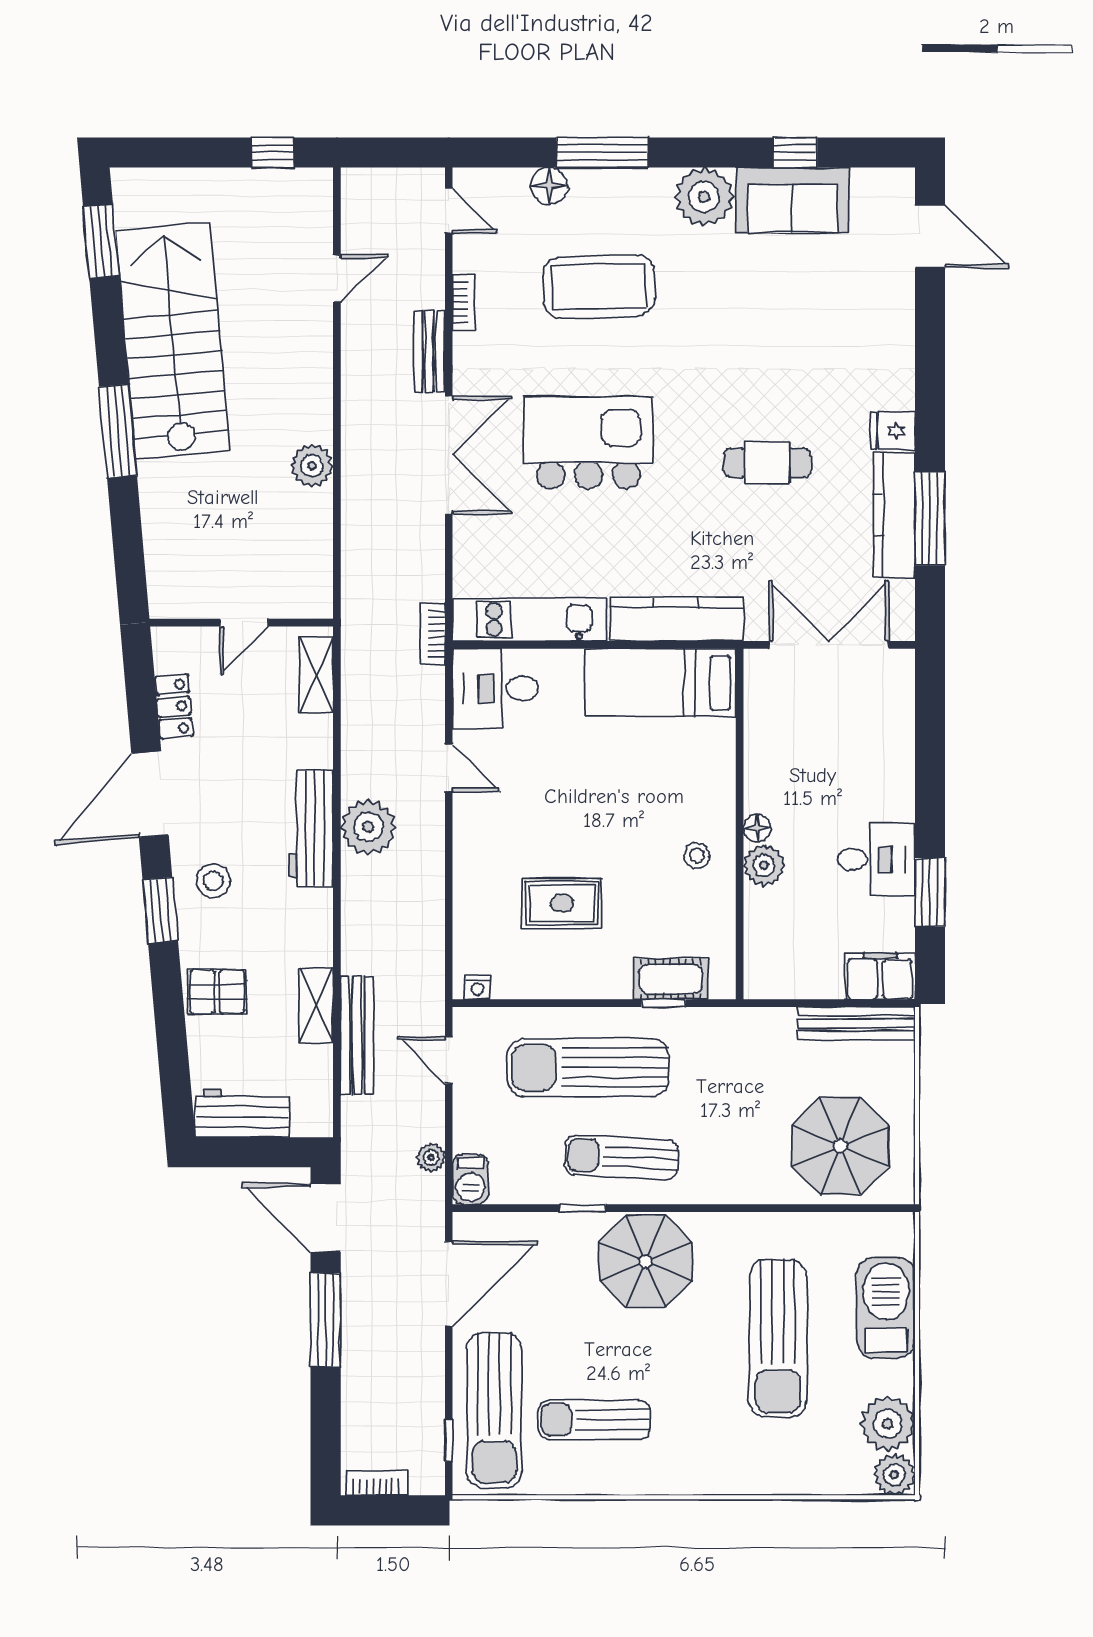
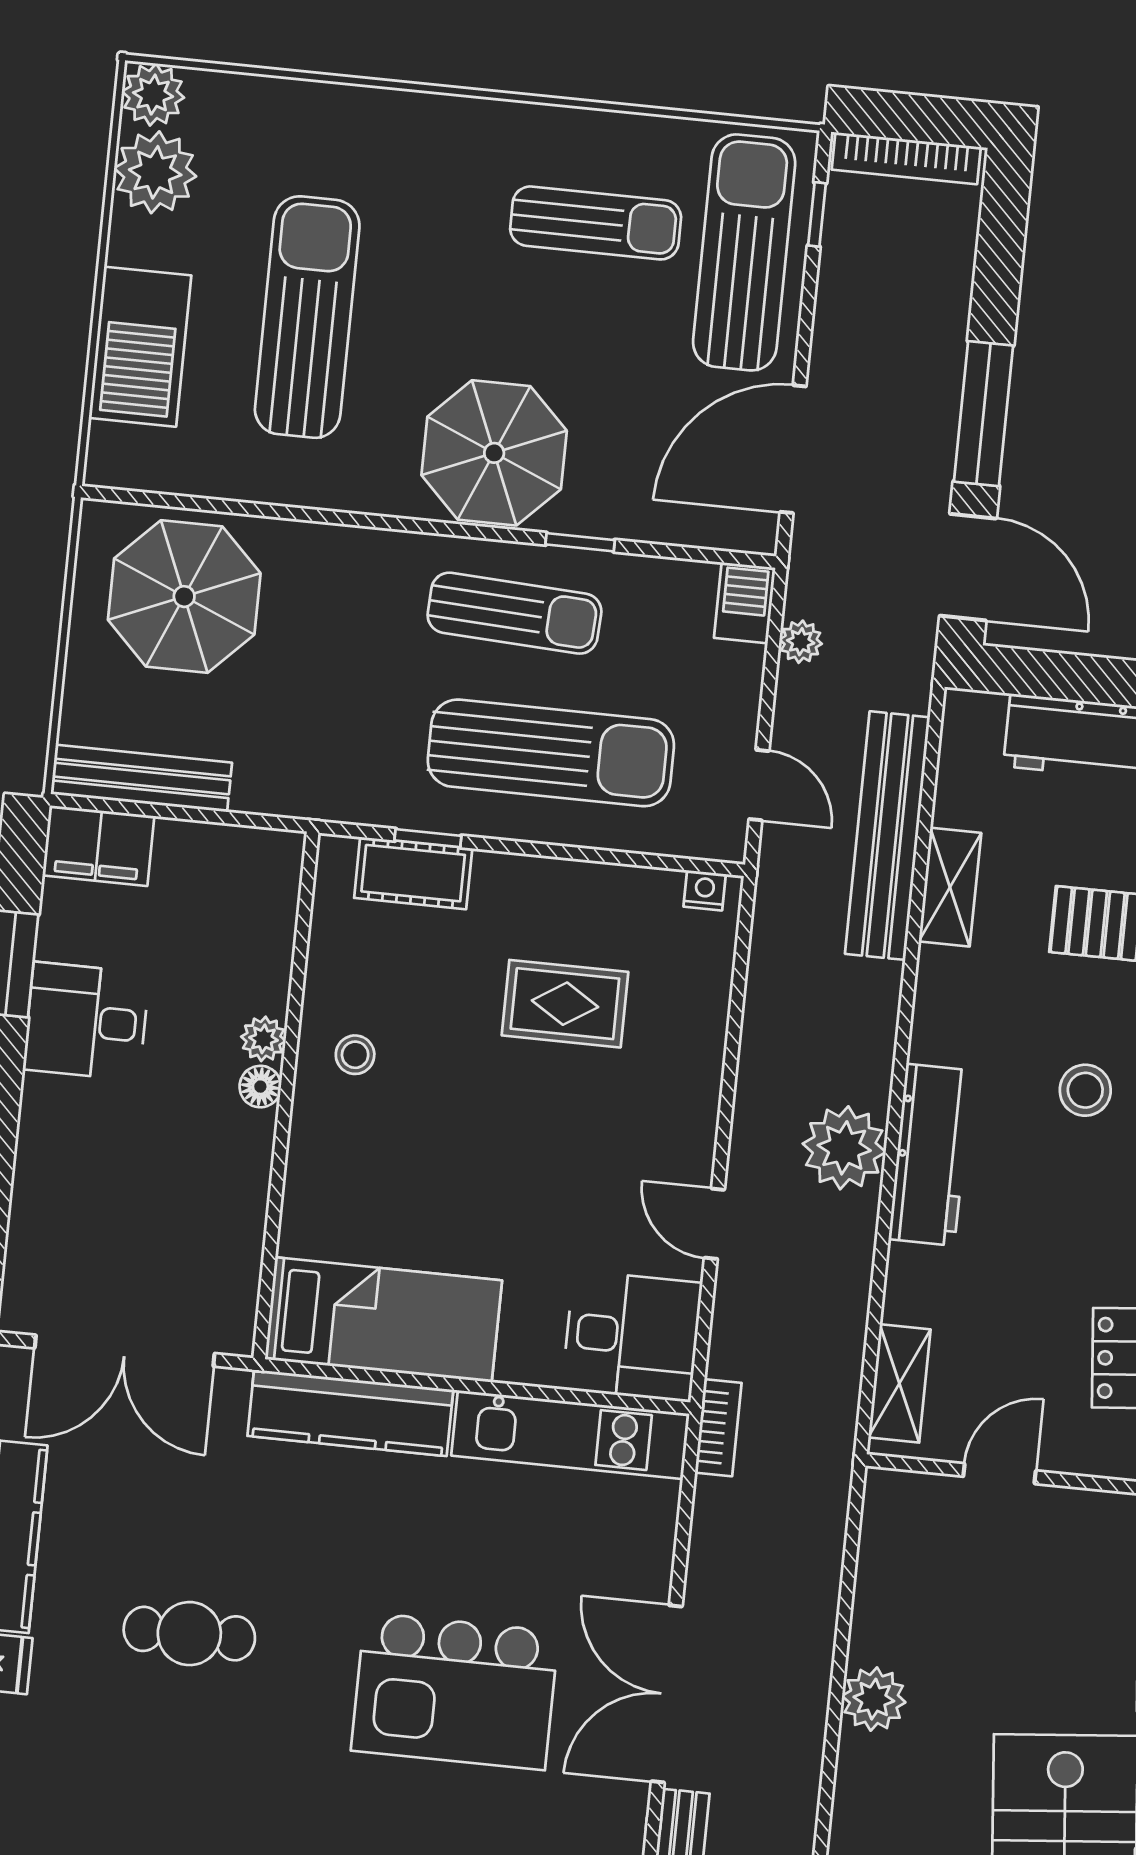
plant: (764, 865) -> (263, 1039), width x0.73, depth x0.73
bench: (357, 1036) -> (888, 836), width x1.37, depth x1.21
bookcase: (376, 1483) -> (906, 158), width x1.56

